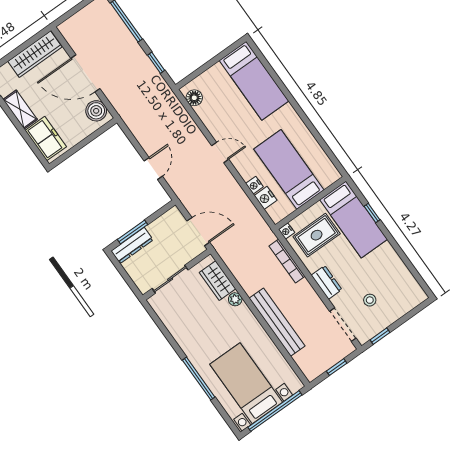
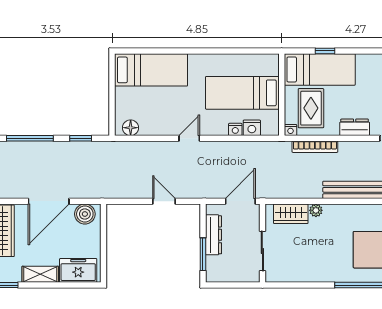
dresser: (132, 245) -> (214, 235), moved

